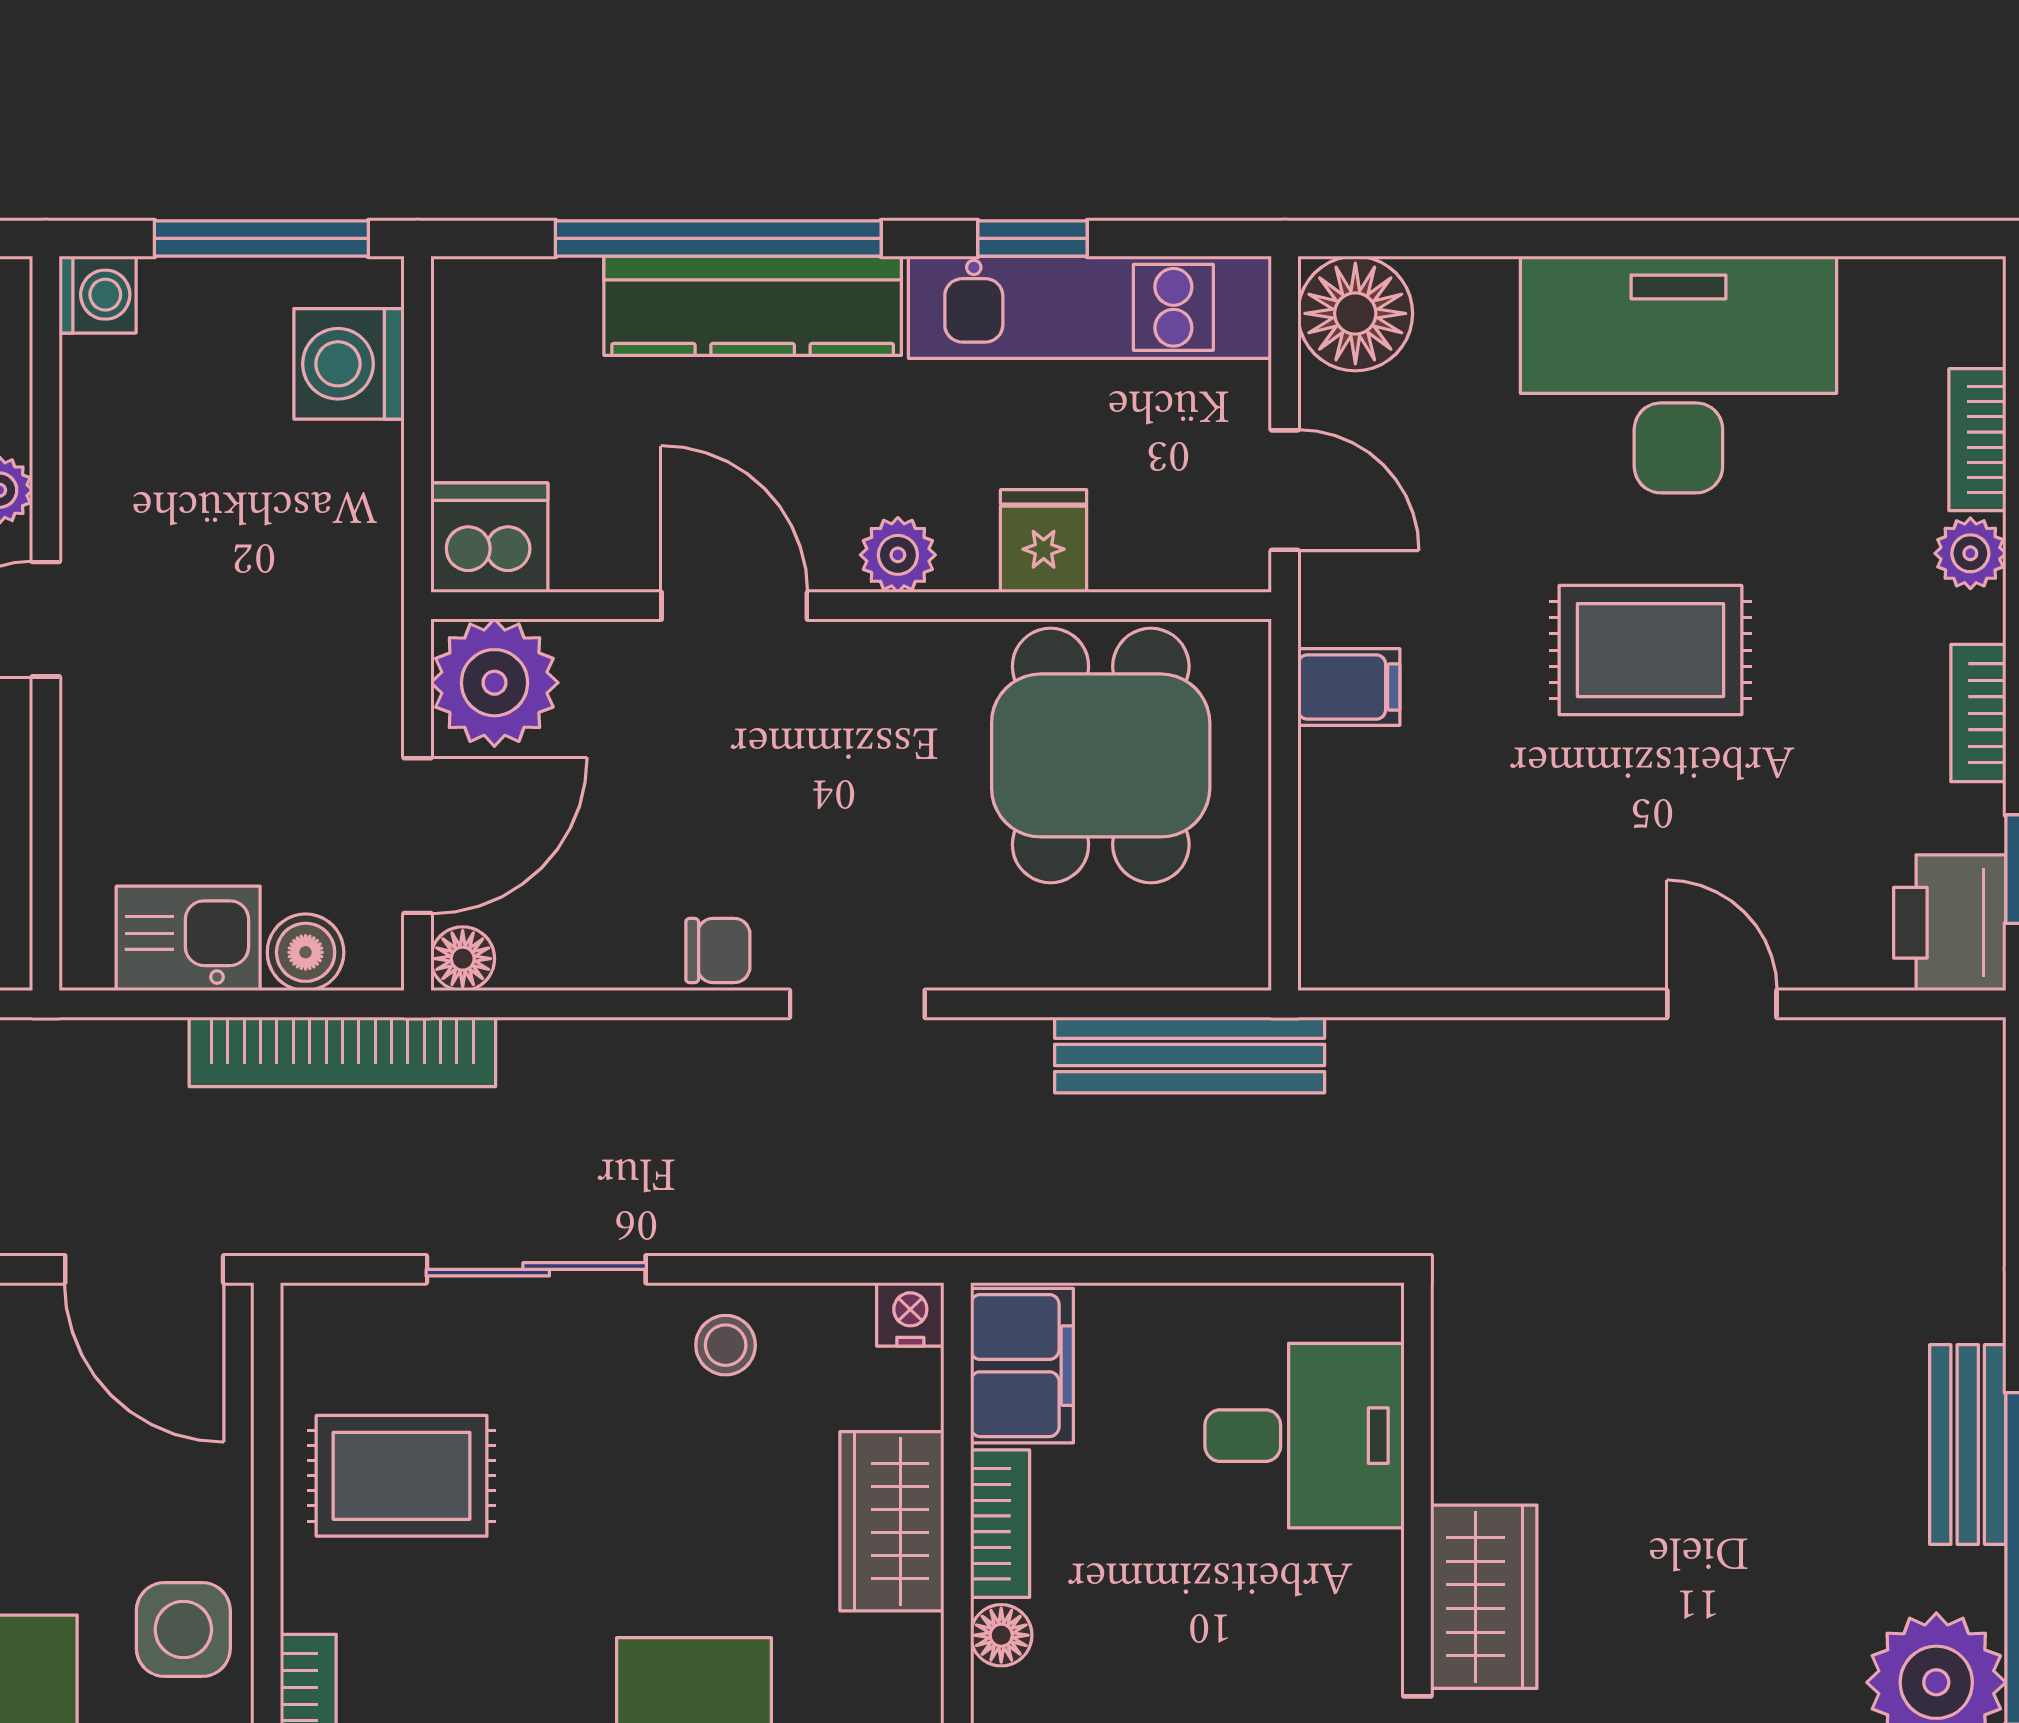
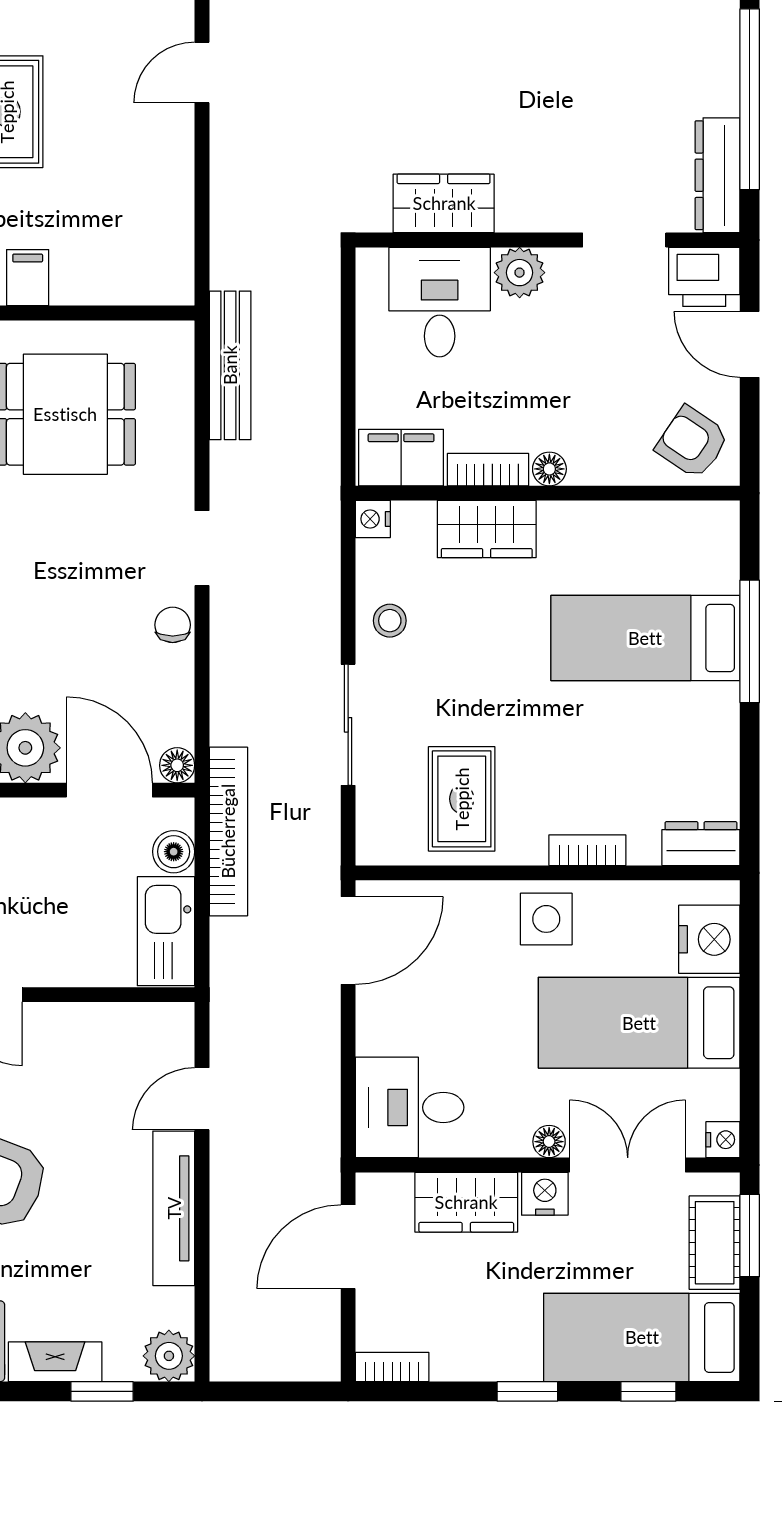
kitchen sink: (188, 938) -> (166, 931), width x1.38
plant: (1358, 1581) -> (520, 273), added
wardrobe: (1484, 1597) -> (444, 203), moved

